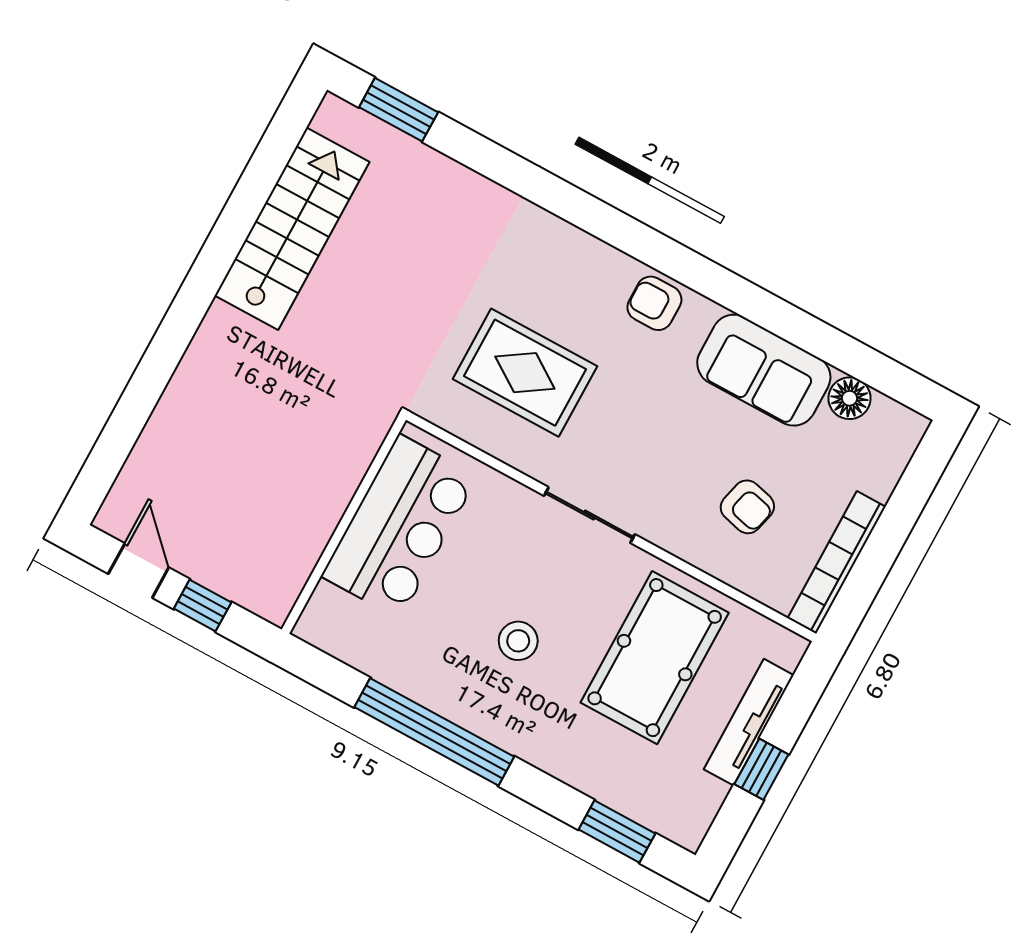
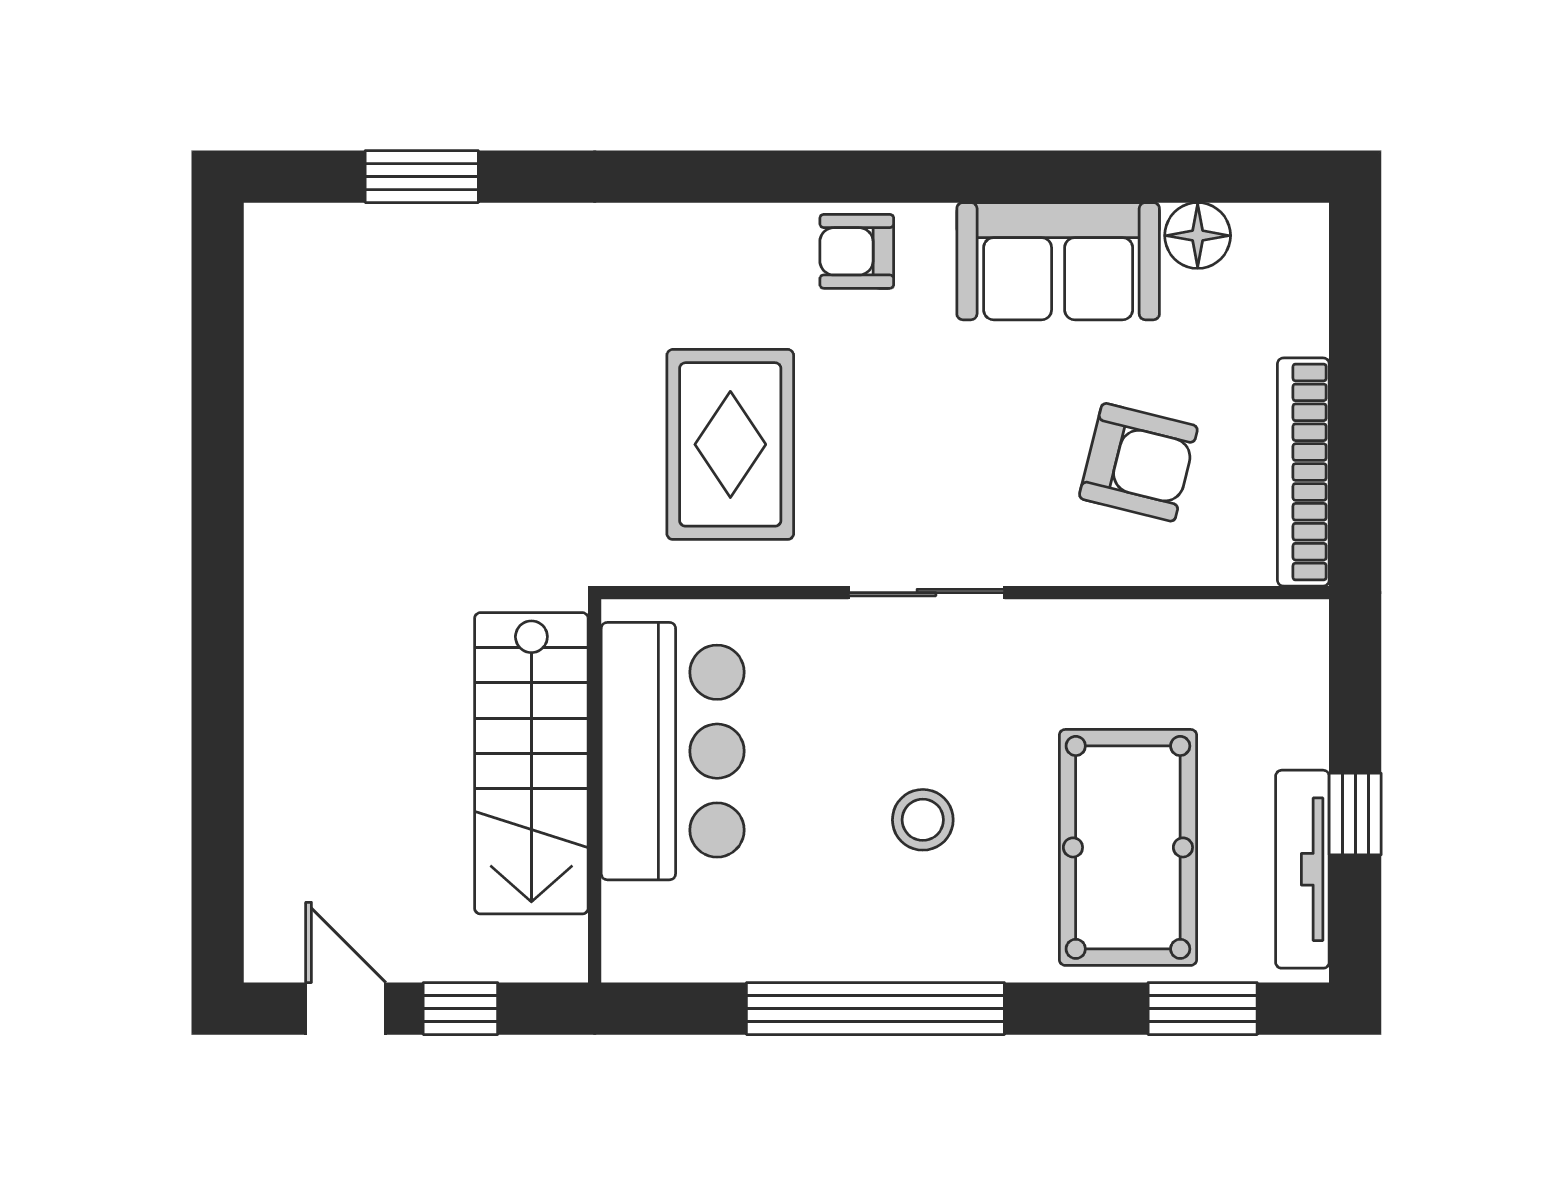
window: (399, 110) -> (422, 177), moved
stairs: (292, 229) -> (531, 763), moved, turned 180
rug: (525, 373) -> (730, 444), turned 90
armchair: (747, 507) -> (1138, 462), width x1.38, depth x1.38
pool table: (655, 658) -> (1128, 847), moved
tv unit: (749, 722) -> (1302, 869), moved

